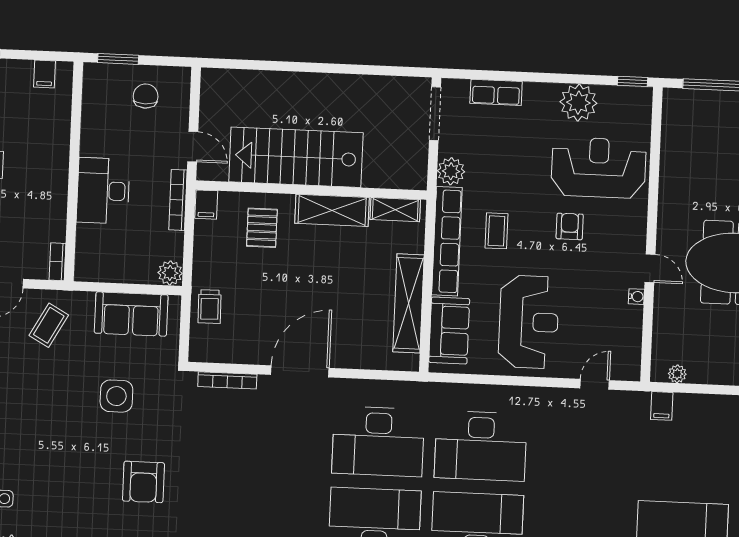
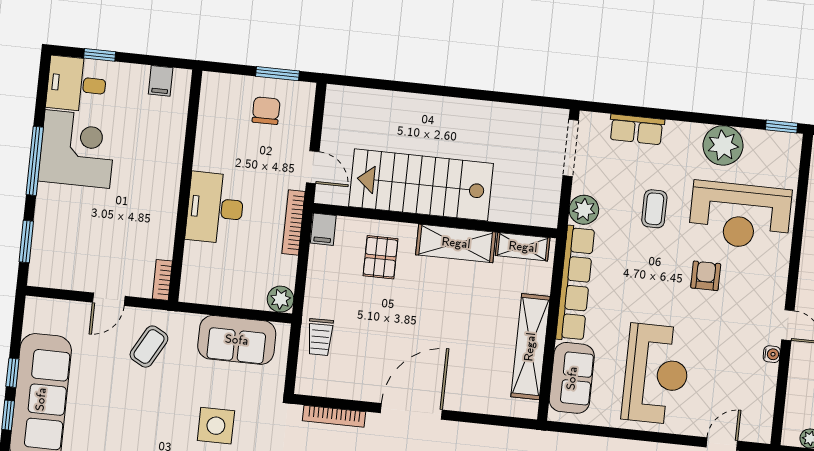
window: (118, 59) -> (278, 74), moved
reception desk: (599, 168) -> (740, 216), turned 180
coffee table: (496, 231) -> (654, 209), moved

